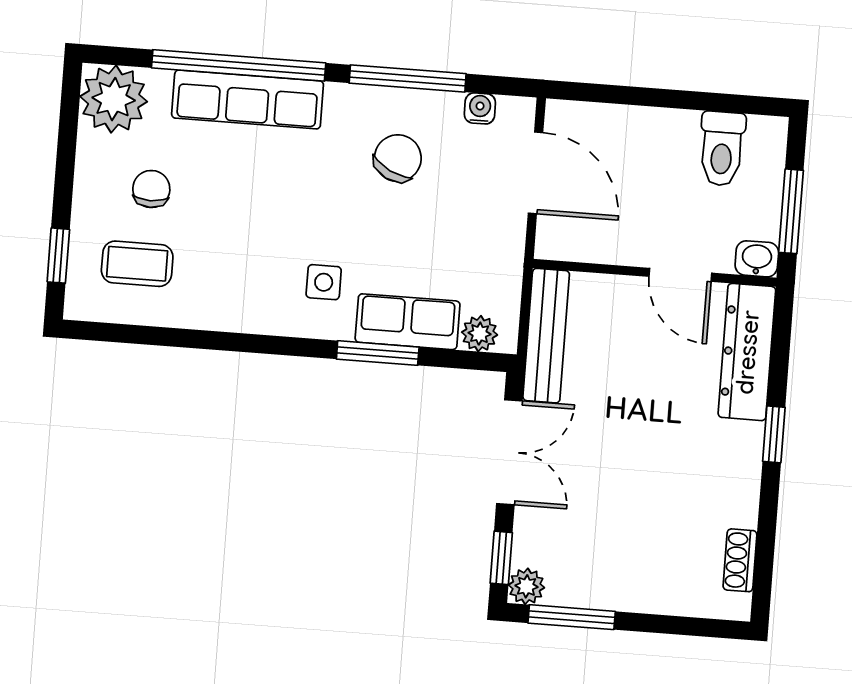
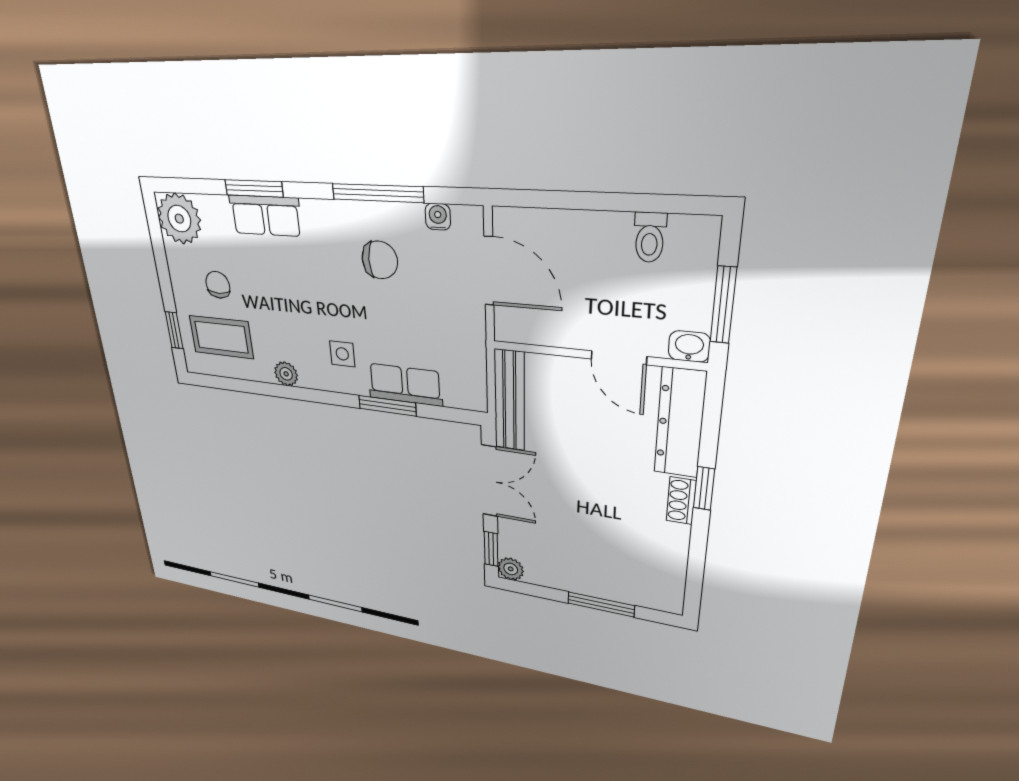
window: (239, 65) -> (254, 188), width x0.47
row of seats: (248, 100) -> (265, 216), width x0.68
toilet: (722, 149) -> (650, 237), width x0.73, depth x0.72
chair: (398, 158) -> (380, 260), turned 63
coffee table: (137, 264) -> (221, 337), width x1.36, depth x1.30
plant: (480, 334) -> (286, 374), moved
shoe rack: (740, 560) -> (681, 501), moved
window: (572, 617) -> (601, 604), moved

